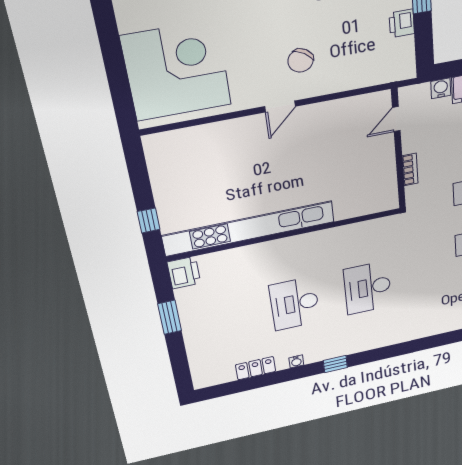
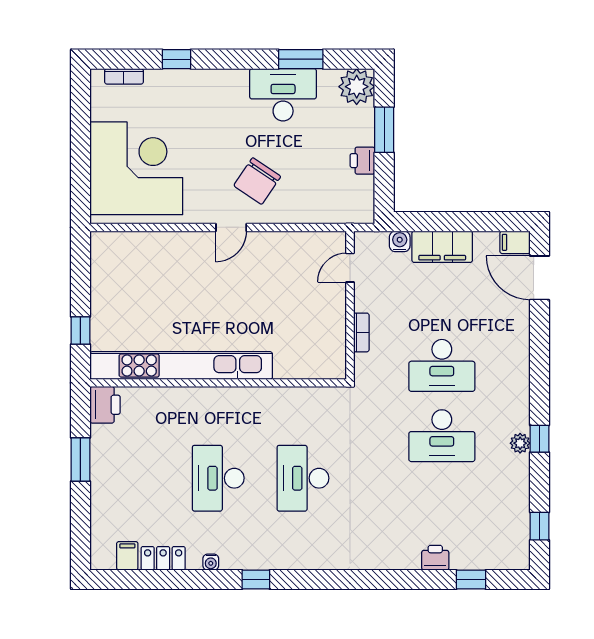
chair: (301, 60) -> (257, 181), width x1.37, depth x1.37
filing cabinet: (225, 373) -> (127, 556), added

